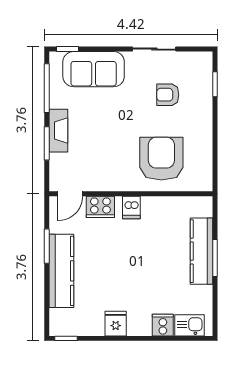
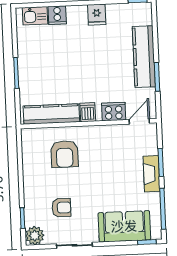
plant: (201, 63) -> (35, 236), added
armchair: (161, 159) -> (64, 154), width x0.73, depth x0.73
kitchen counter: (201, 251) -> (51, 114), moved, turned -90

